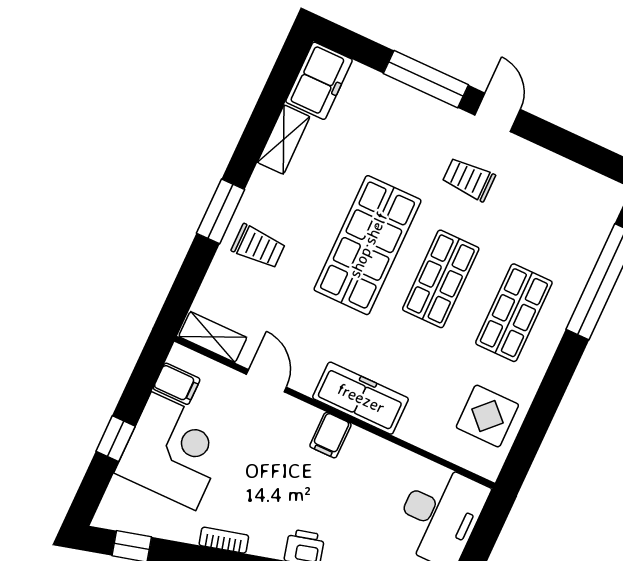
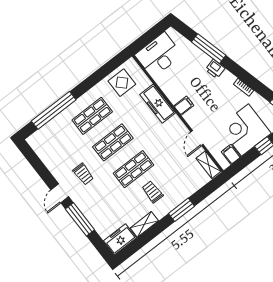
shop shelf: (368, 245) -> (134, 169), width x0.70, depth x0.74
trolley: (258, 247) -> (152, 192), moved
freezer: (361, 398) -> (158, 104), moved

